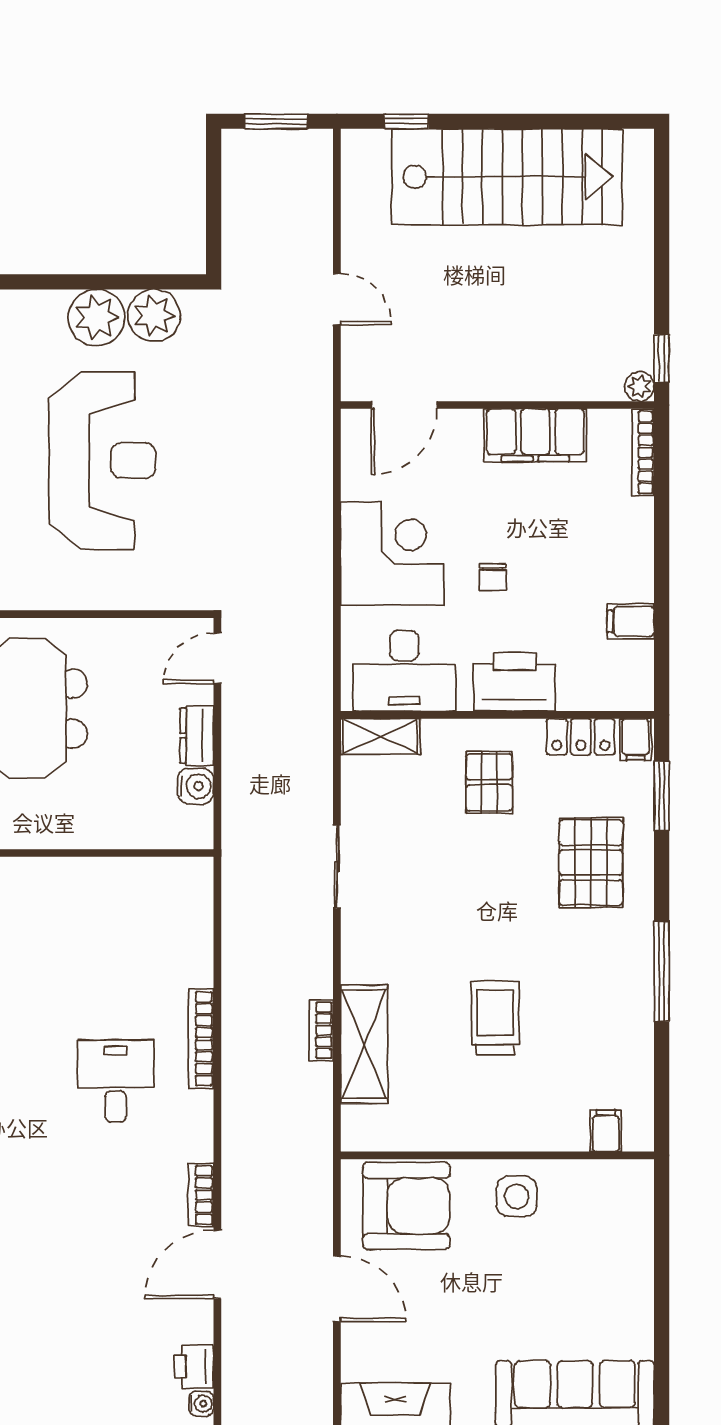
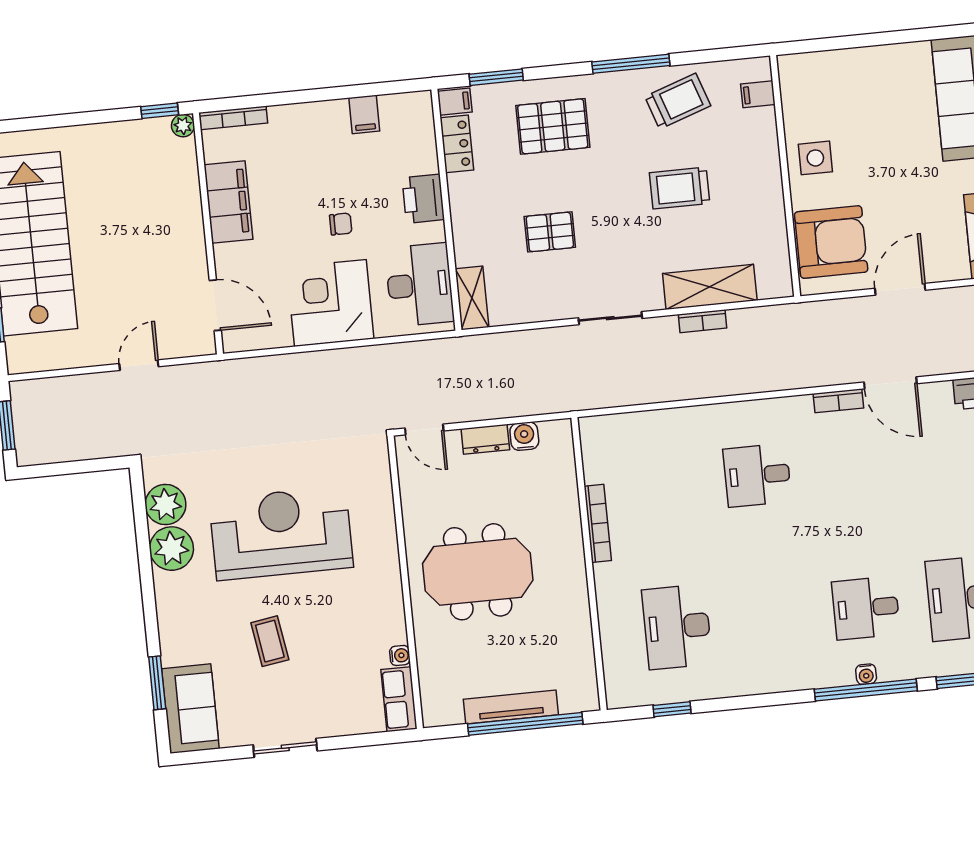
printer: (515, 682) -> (423, 199), width x0.73, depth x0.84
pallet: (489, 782) -> (550, 232), moved
sliding door: (337, 867) -> (610, 318), moved
trolley: (607, 1027) -> (678, 101), added
bookcase: (201, 1039) -> (598, 523), moved, turned -90
armchair: (406, 1206) -> (831, 242), turned 90

